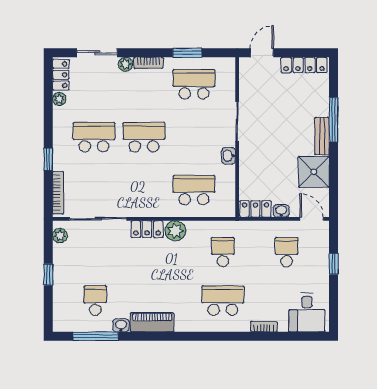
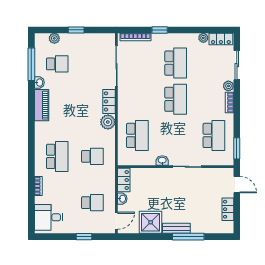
window: (187, 53) -> (237, 148), moved
locker: (304, 65) -> (228, 209), width x0.66
plant: (60, 236) -> (54, 38), moved

